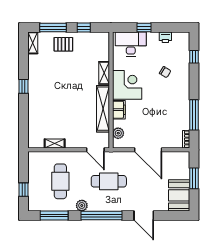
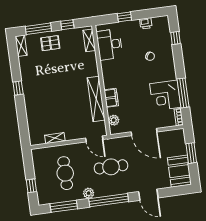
desk: (131, 44) -> (110, 44), moved, turned -90
shelving: (104, 73) -> (89, 40), moved
corner desk: (127, 85) -> (165, 95), moved, turned 180

